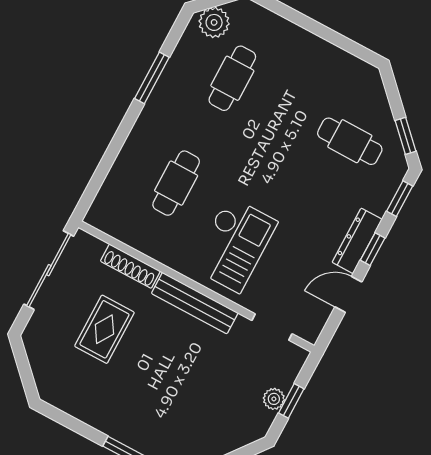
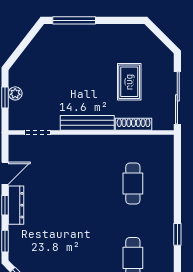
window: (152, 78) -> (177, 234), width x0.67
cafe table: (350, 141) -> (50, 258), removed
checkout: (234, 244) -> (83, 167), removed

